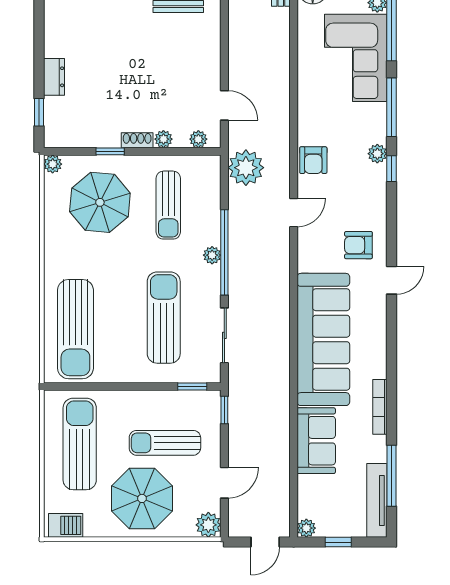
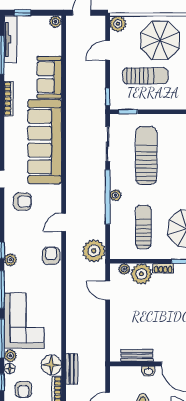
plant: (163, 139) -> (141, 274), width x1.88, depth x1.88
sun lounger: (164, 318) -> (146, 156), turned 180
window: (338, 542) -> (23, 13), moved

